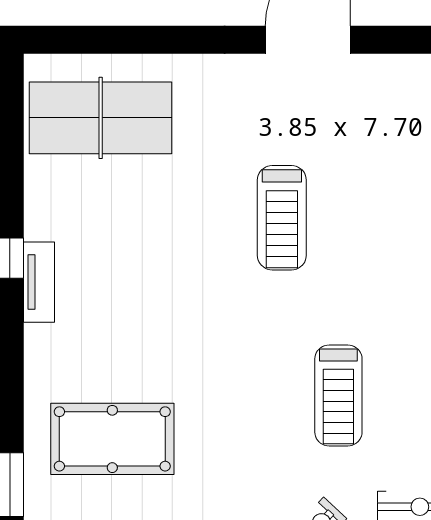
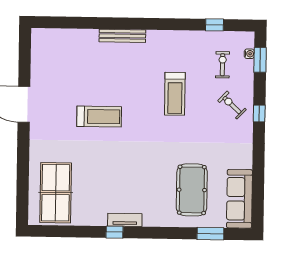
treadmill: (338, 395) -> (175, 94), turned 90

